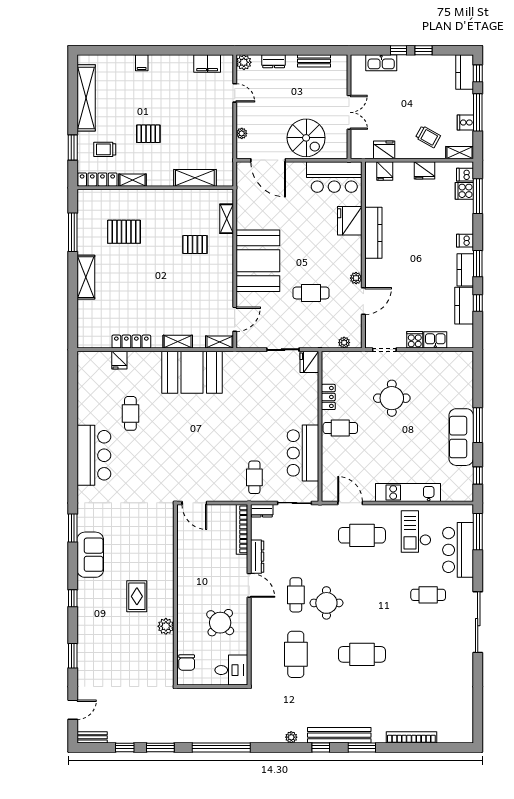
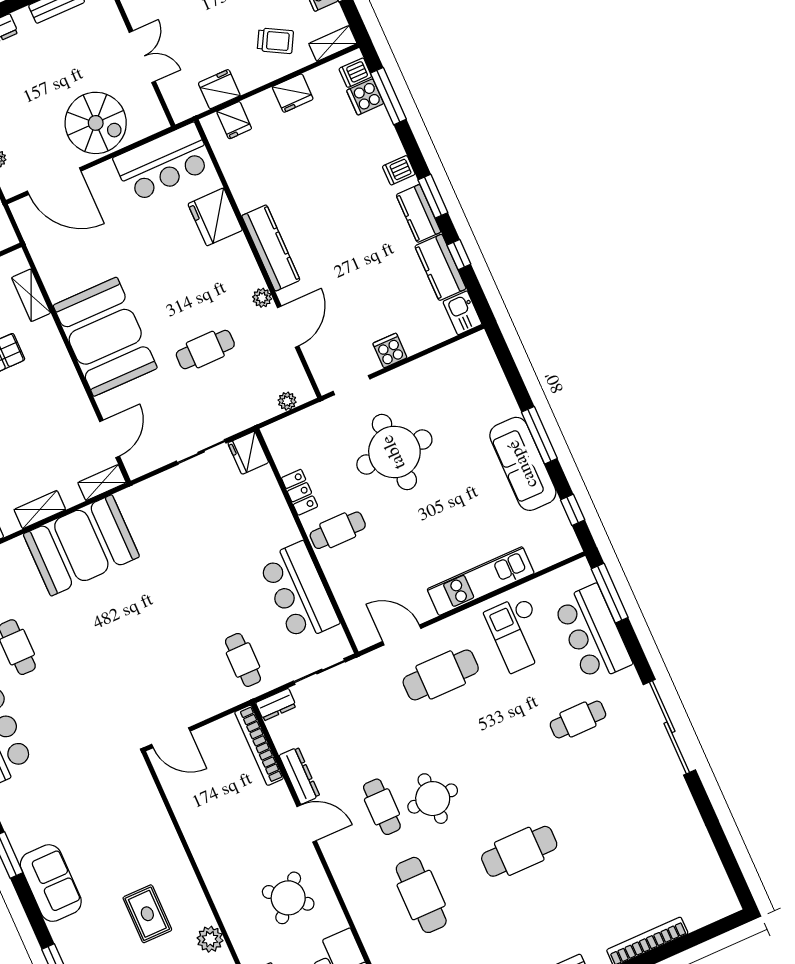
kitchen counter: (373, 233) -> (271, 248), moved
kitchen sink: (435, 340) -> (462, 313), moved, turned -90
round table: (392, 398) -> (394, 452), width x1.36, depth x1.36

